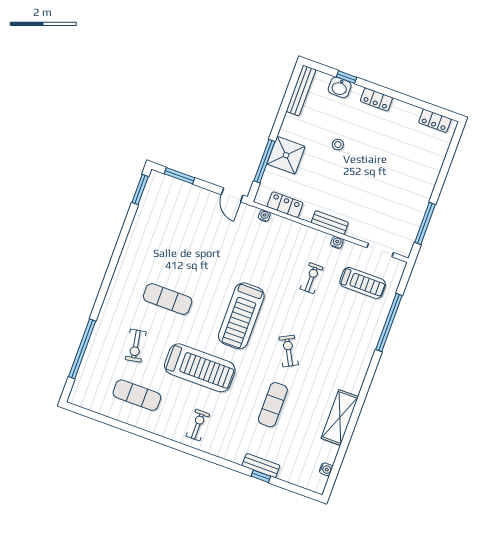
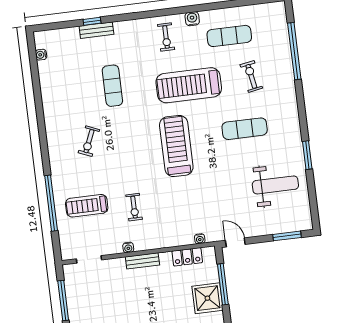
window: (140, 190) -> (307, 155), moved
weight bench: (166, 230) -> (275, 185), added
treadmill: (363, 283) -> (87, 206), moved
exercise bike: (289, 351) -> (89, 141), moved, turned 51
shelving: (340, 418) -> (52, 103), removed
water cooler: (164, 430) -> (192, 19), added

